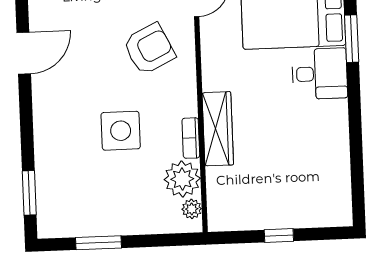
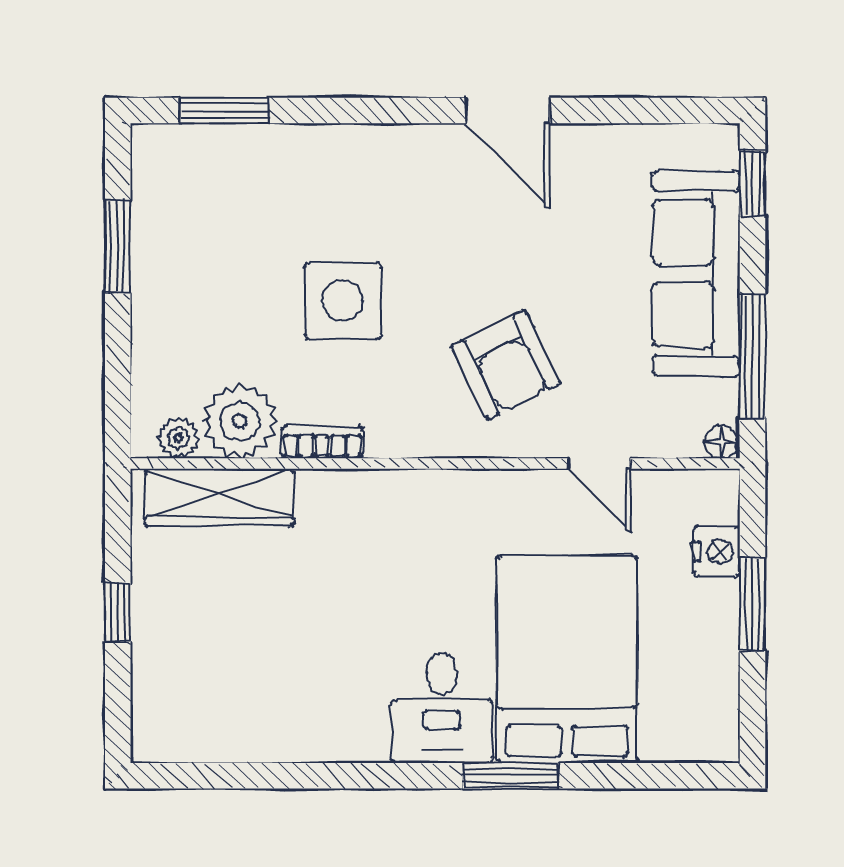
wardrobe: (218, 129) -> (219, 497), moved

